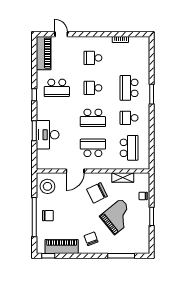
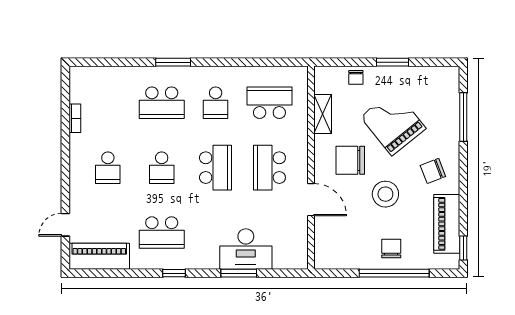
school desk: (57, 88) -> (162, 233), turned 90
stool: (47, 186) -> (385, 194), moved
chair: (97, 193) -> (350, 160), turned 116

